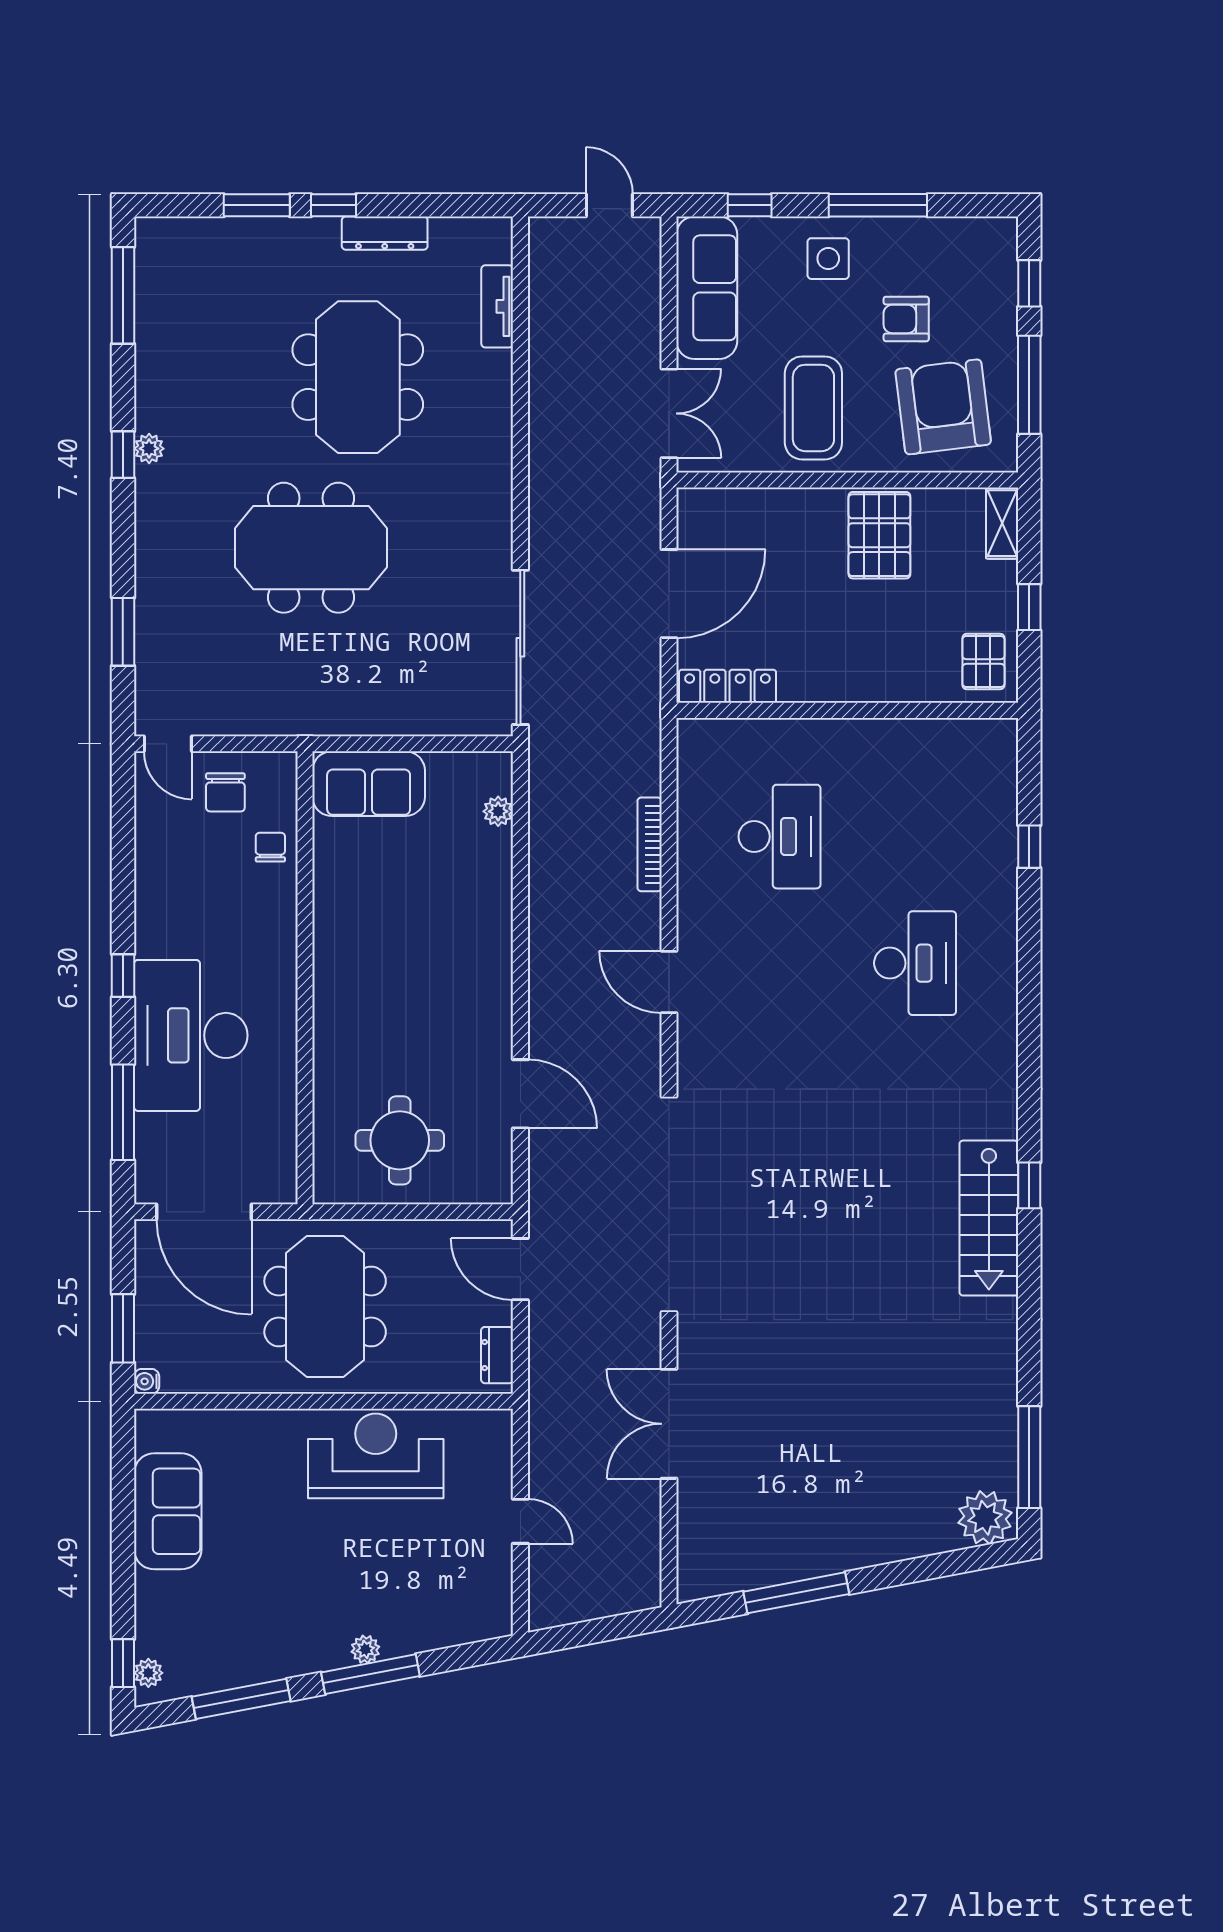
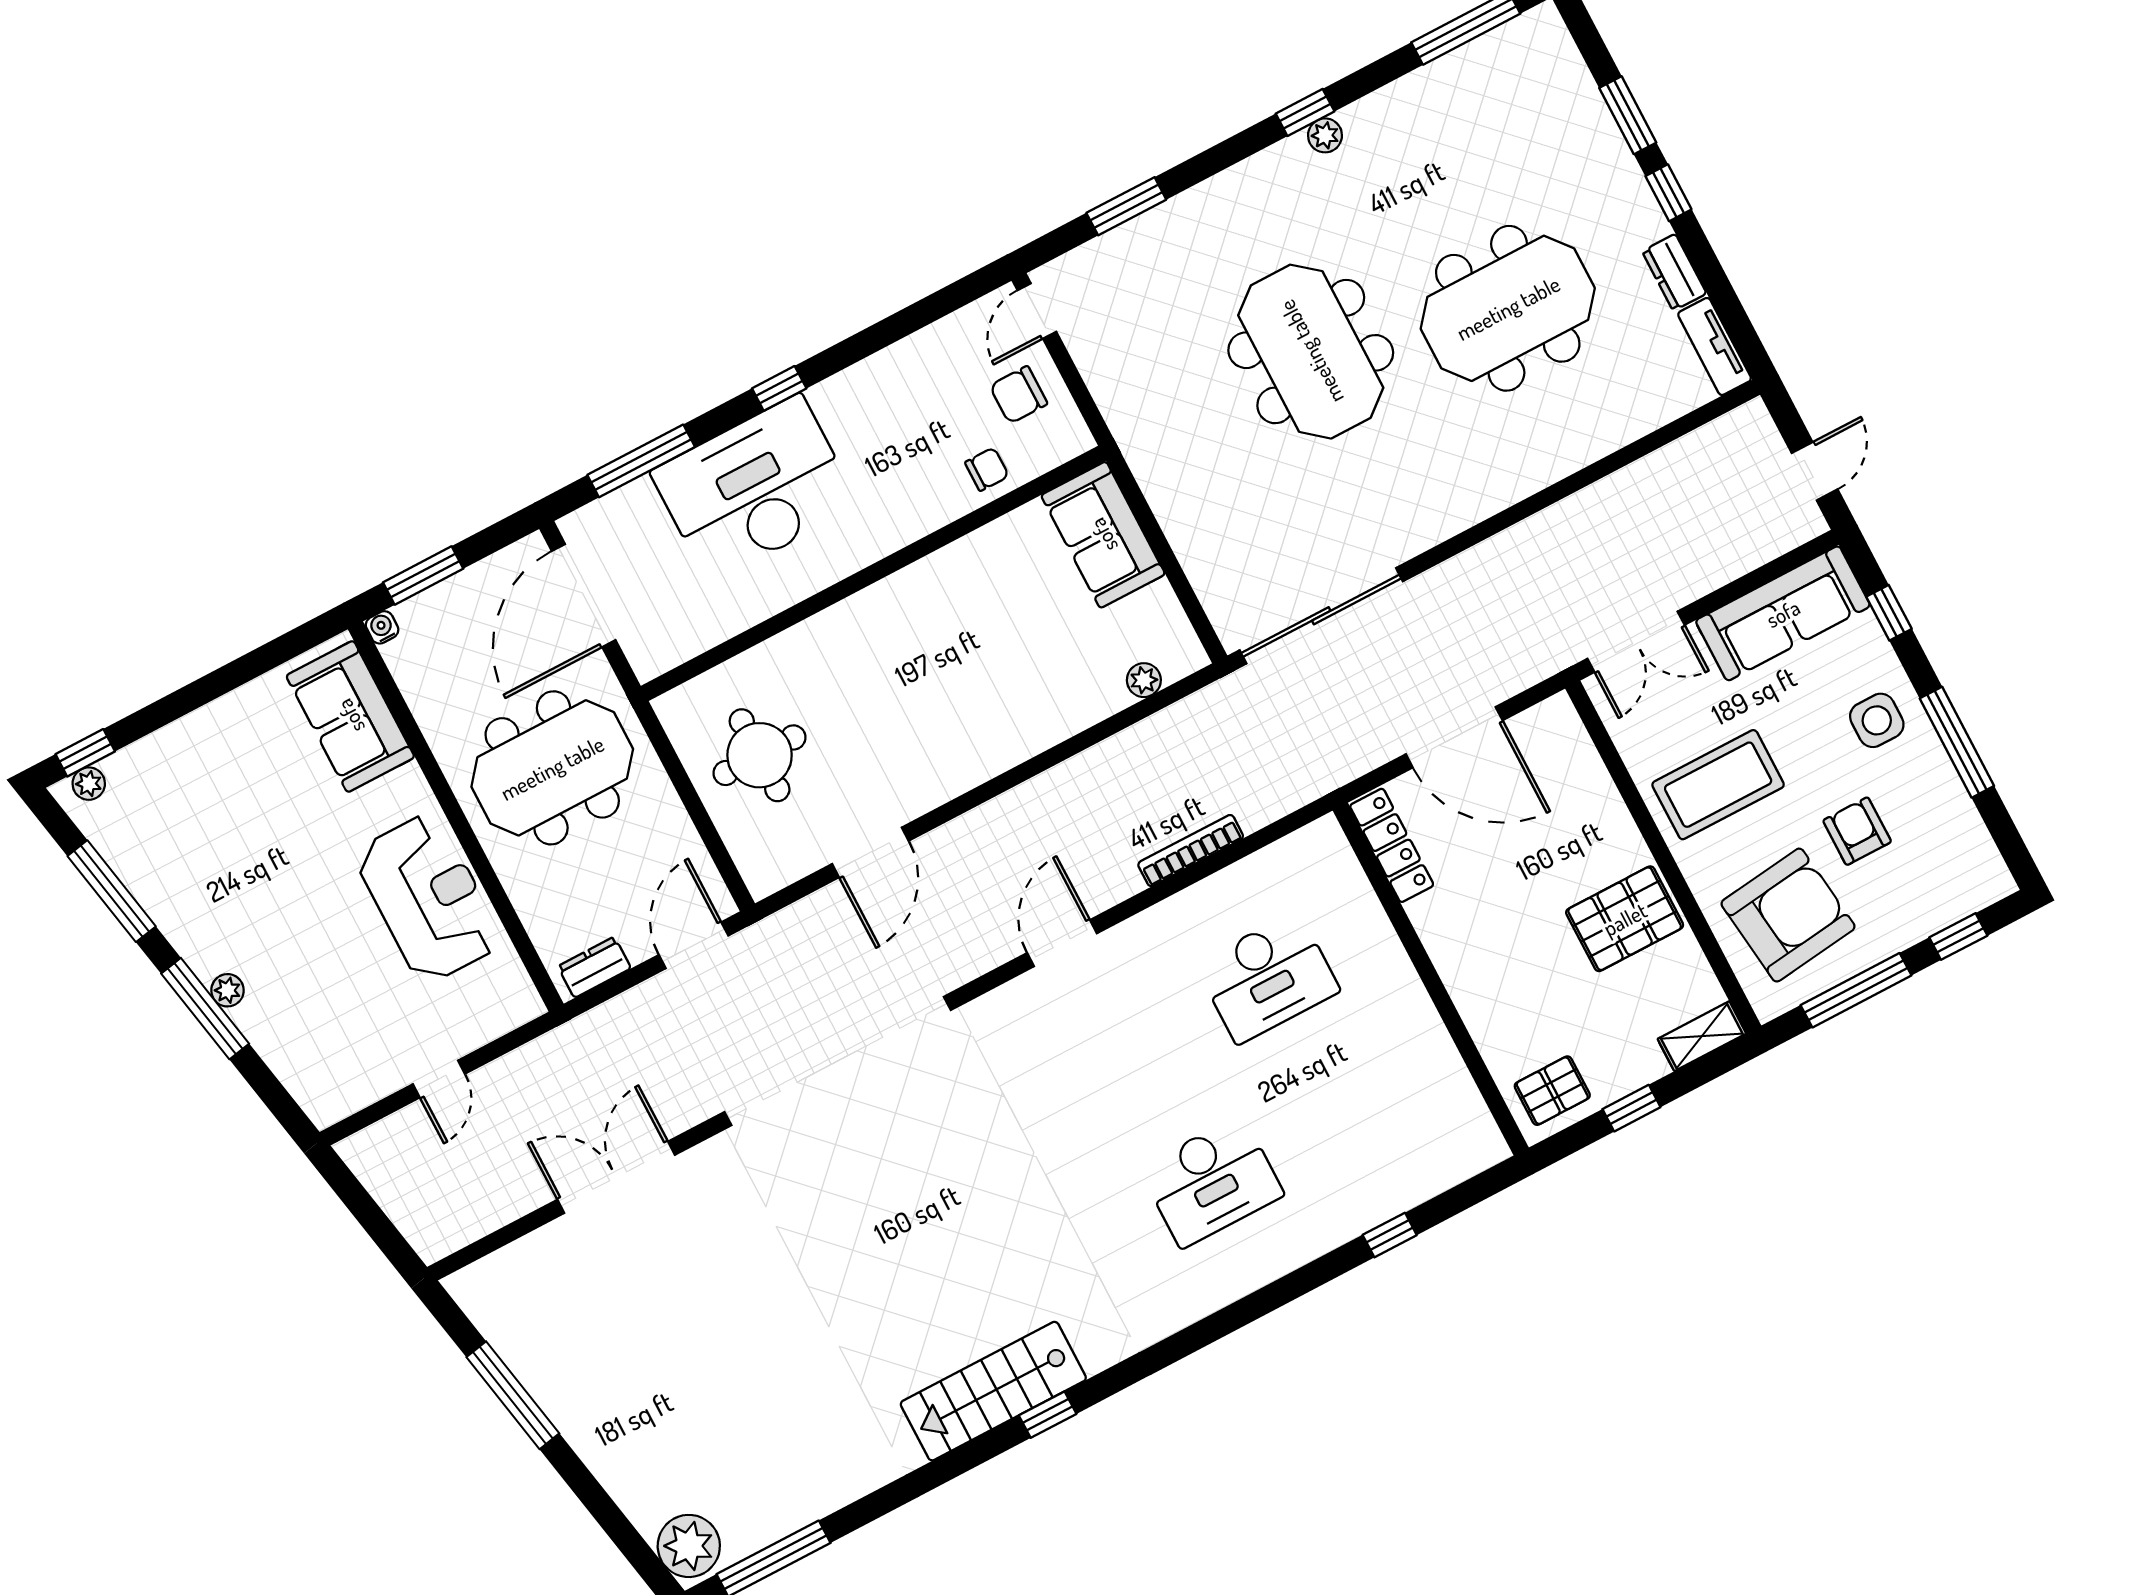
dresser: (385, 233) -> (1674, 272), width x0.70
tv unit: (497, 306) -> (1715, 346), moved, turned -90
sofa: (168, 1511) -> (350, 716), moved, turned 90

